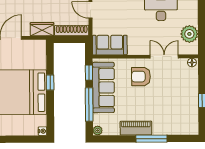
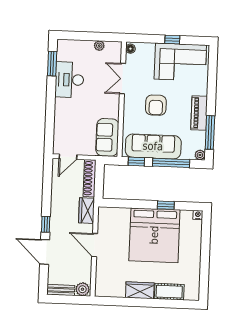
plant: (189, 34) -> (99, 46), width x0.53, depth x0.53
armchair: (141, 77) -> (156, 105), moved
window: (50, 83) -> (166, 205), moved
corner sofa: (182, 109) -> (180, 62), added
window: (151, 139) -> (210, 132), moved

